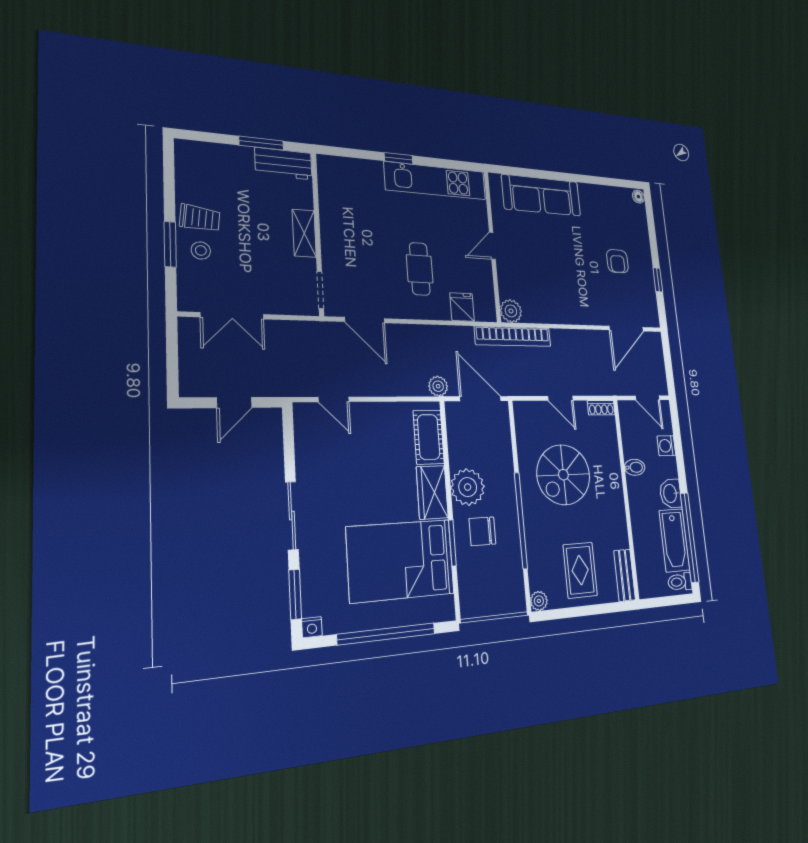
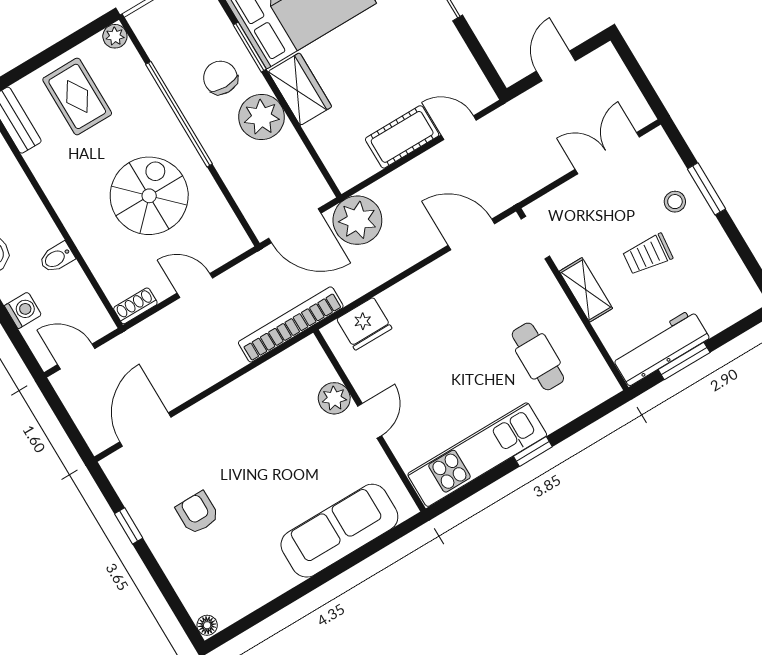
workbench: (283, 164) -> (660, 347), width x1.38
trolley: (200, 218) -> (648, 254), moved
cafe table: (420, 269) -> (538, 356), moved
fridge: (462, 307) -> (364, 324), width x1.38
plant: (511, 311) -> (334, 398), moved
plant: (438, 386) -> (357, 220), width x1.88, depth x1.88
cot: (429, 437) -> (402, 137), moved, turned 90
chair: (482, 531) -> (220, 78), turned -90

